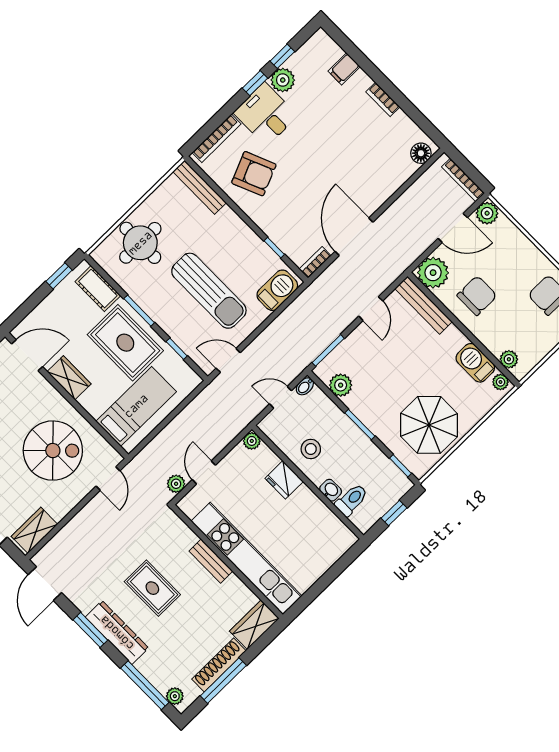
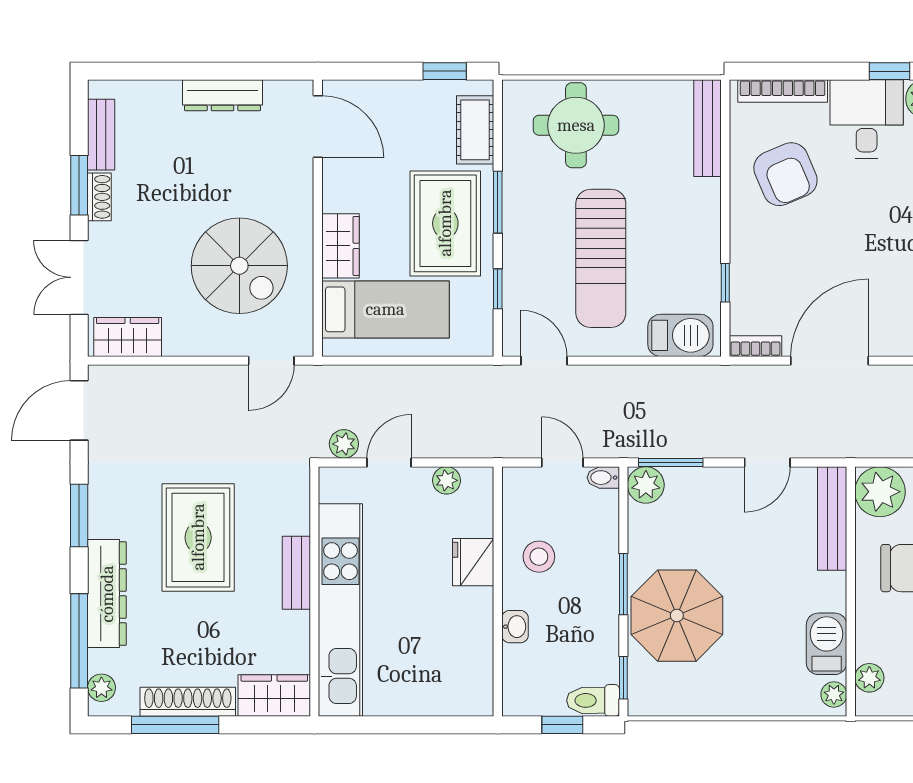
wardrobe: (69, 378) -> (341, 246), moved
plant: (341, 385) -> (646, 485), moved
parasol: (429, 425) -> (677, 616), moved
plant: (252, 441) -> (446, 480), moved
toilet: (352, 500) -> (593, 700), moved, turned 180
rug: (152, 588) -> (198, 537), width x1.36, depth x1.43
dresser: (117, 633) -> (107, 594), moved

